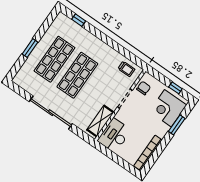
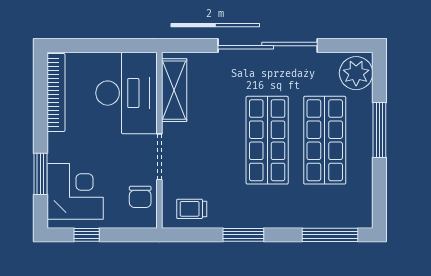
window: (79, 20) -> (330, 235), width x2.17
window: (113, 44) -> (243, 235), added
window: (30, 48) -> (379, 130), width x1.44
plant: (23, 77) -> (356, 73), added
desk: (114, 135) -> (127, 93), width x1.36, depth x1.30

